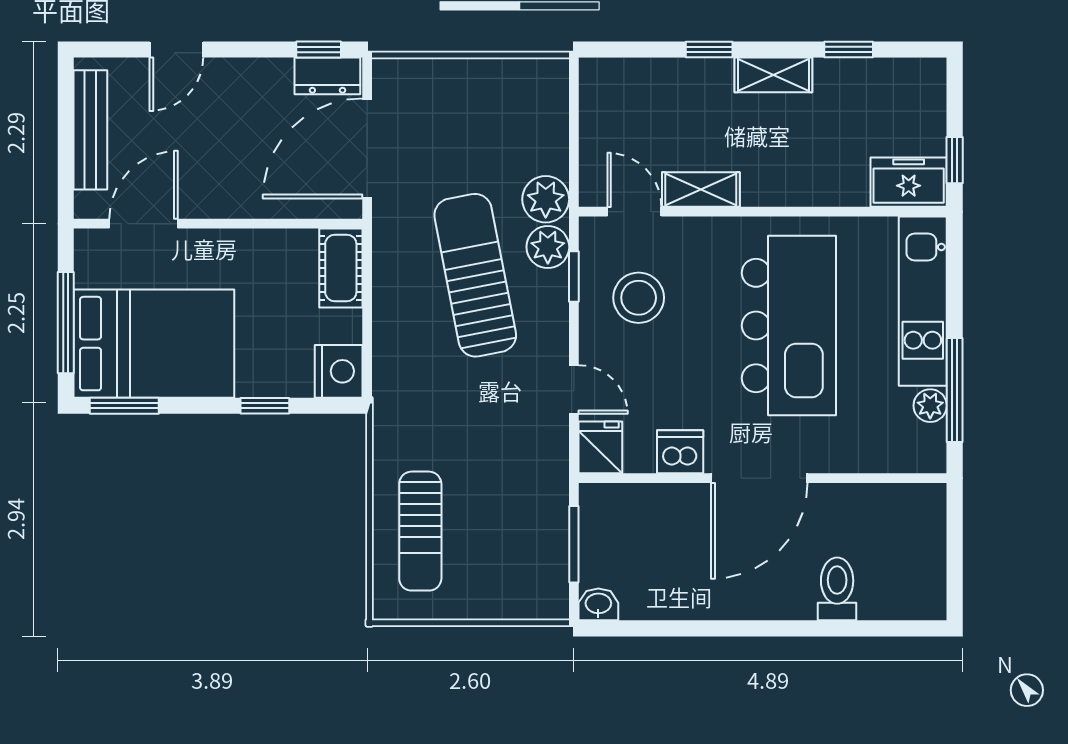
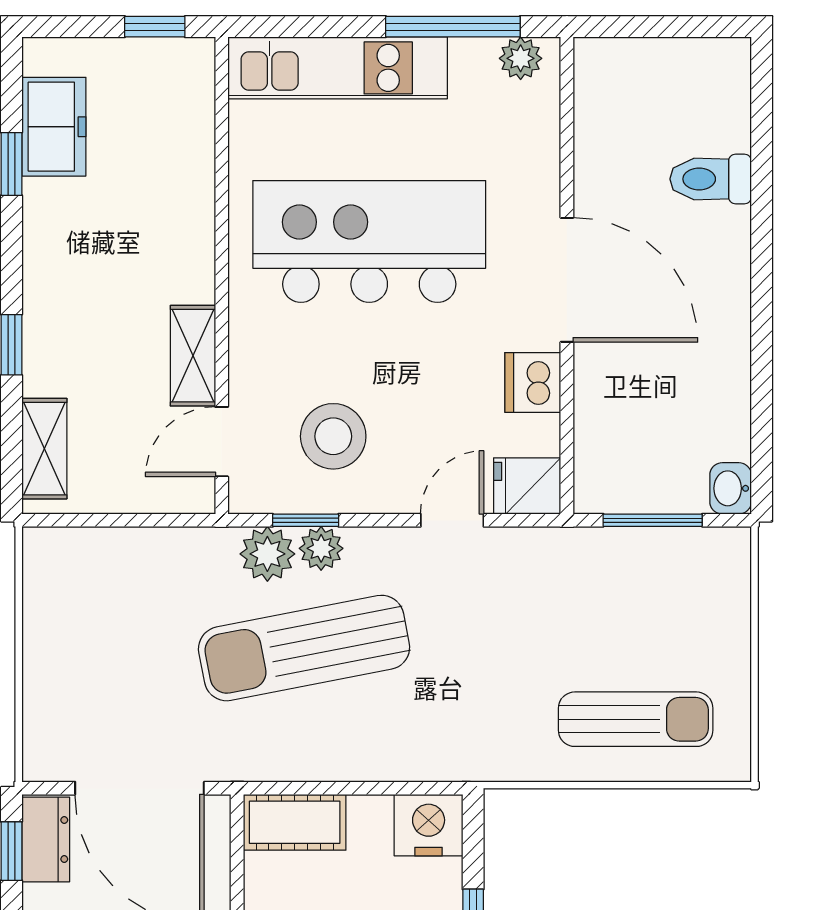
shelving: (773, 75) -> (44, 449), moved
freezer: (909, 182) -> (54, 127), moved, turned 180
plant: (546, 199) -> (321, 548), moved, width x0.73, depth x0.73
plant: (930, 406) -> (521, 58), moved

